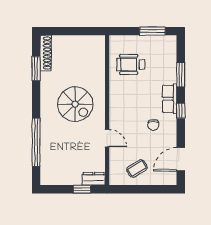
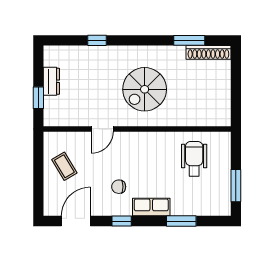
window: (181, 111) -> (122, 221), moved
window: (36, 142) -> (97, 40), width x0.32
door: (181, 159) -> (76, 221), hinge flipped
dresser: (94, 179) -> (51, 81), moved

